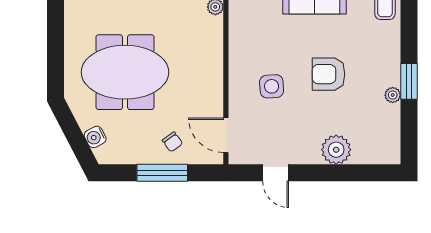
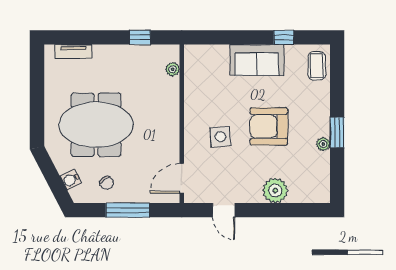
armchair: (329, 74) -> (269, 126), width x1.36, depth x1.36
door: (226, 135) -> (182, 178), hinge flipped
chair: (172, 142) -> (107, 183), moved

